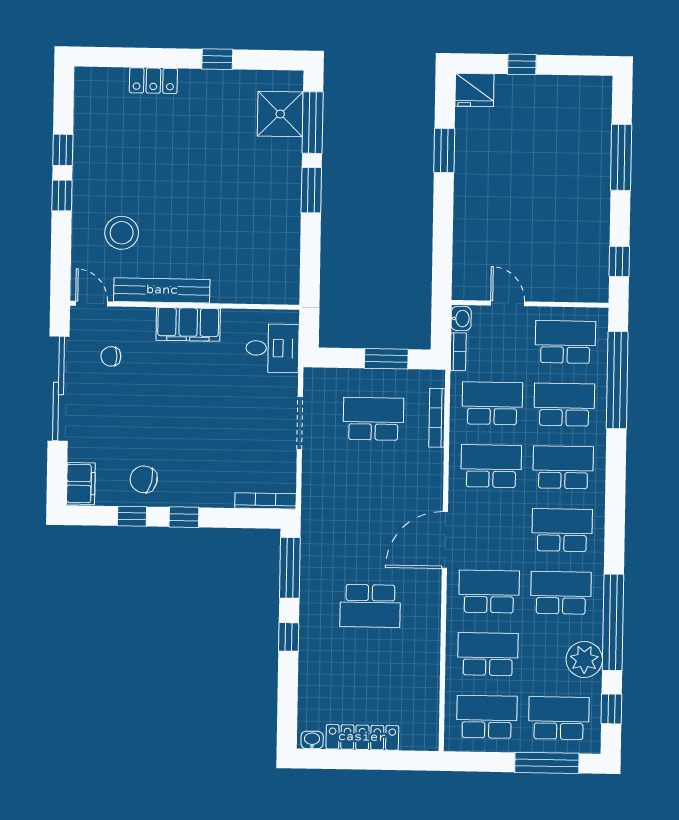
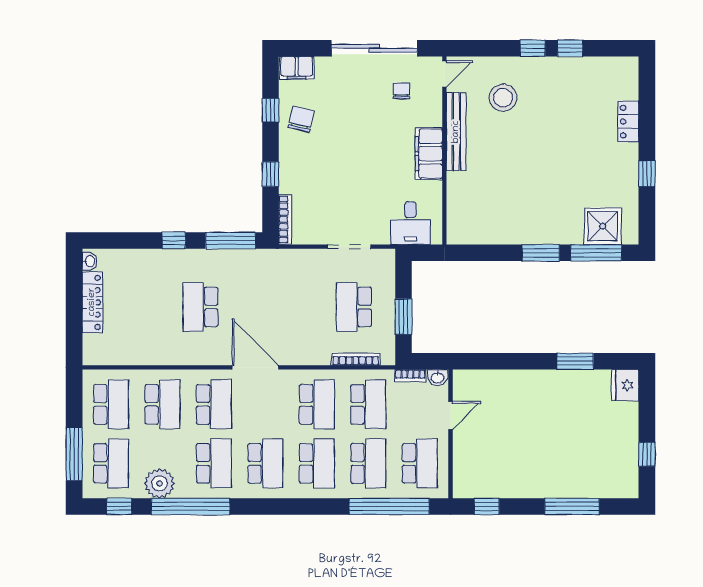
window: (522, 64) -> (647, 454), moved
school desk: (373, 419) -> (354, 307), turned 180
window: (184, 517) -> (270, 174), moved

